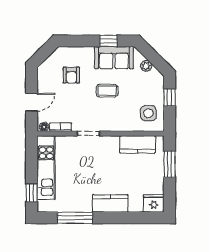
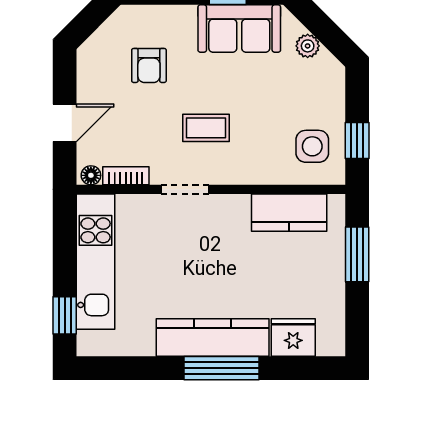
coffee table: (107, 91) -> (206, 128), moved
window: (170, 97) -> (357, 141), moved
kitchen counter: (110, 203) -> (213, 338), width x1.50
fridge: (154, 203) -> (293, 337), moved
window: (75, 218) -> (221, 368), moved

